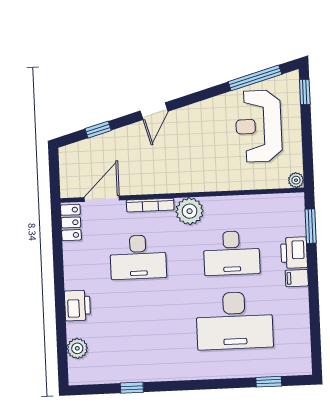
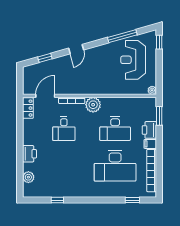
window: (255, 78) -> (122, 36), moved
desk: (138, 257) -> (64, 129), width x0.73
bookcase: (301, 326) -> (152, 171), added

